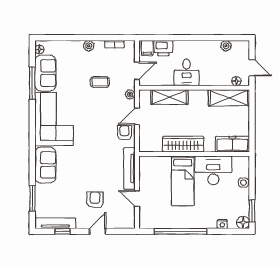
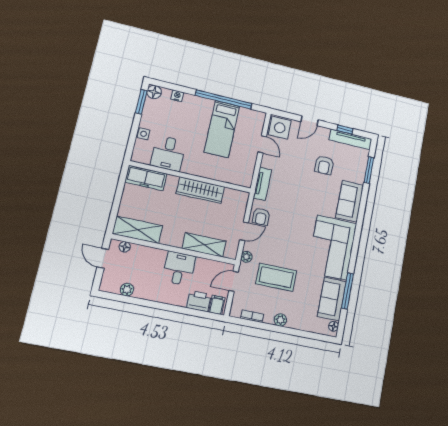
coffee table: (100, 82) -> (276, 277), width x1.86, depth x1.72
tv unit: (129, 168) -> (262, 184), width x0.71
desk: (213, 170) -> (168, 153), width x0.73
bed: (183, 181) -> (222, 129), moved, turned 180
armchair: (95, 200) -> (324, 165), moved
side table: (124, 218) -> (280, 128), added

